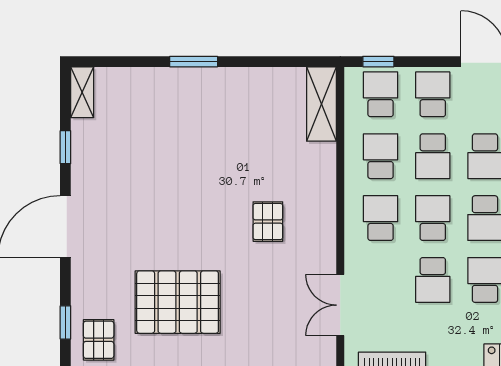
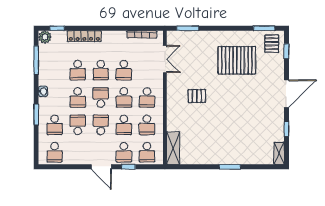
window: (378, 62) -> (129, 167), moved
school desk: (433, 156) -> (124, 125), turned 180
pallet: (268, 222) -> (197, 96), turned 90
school desk: (433, 280) -> (124, 70), turned 180

